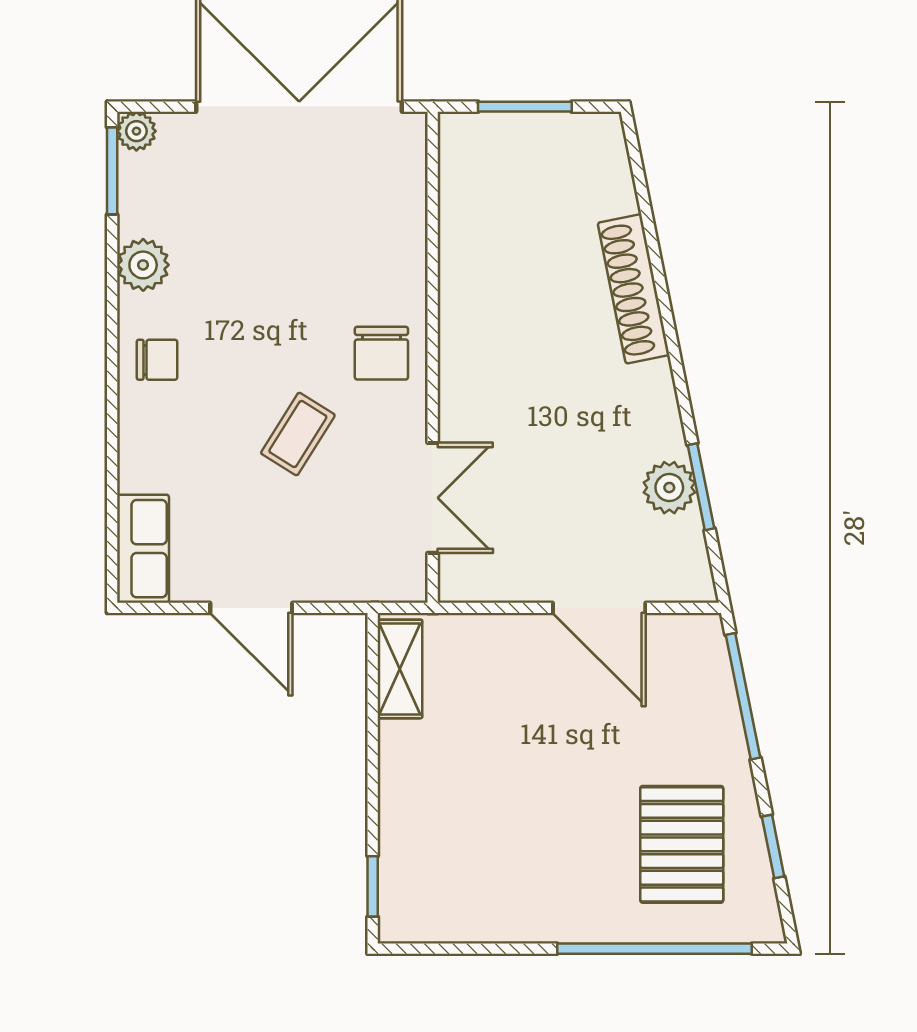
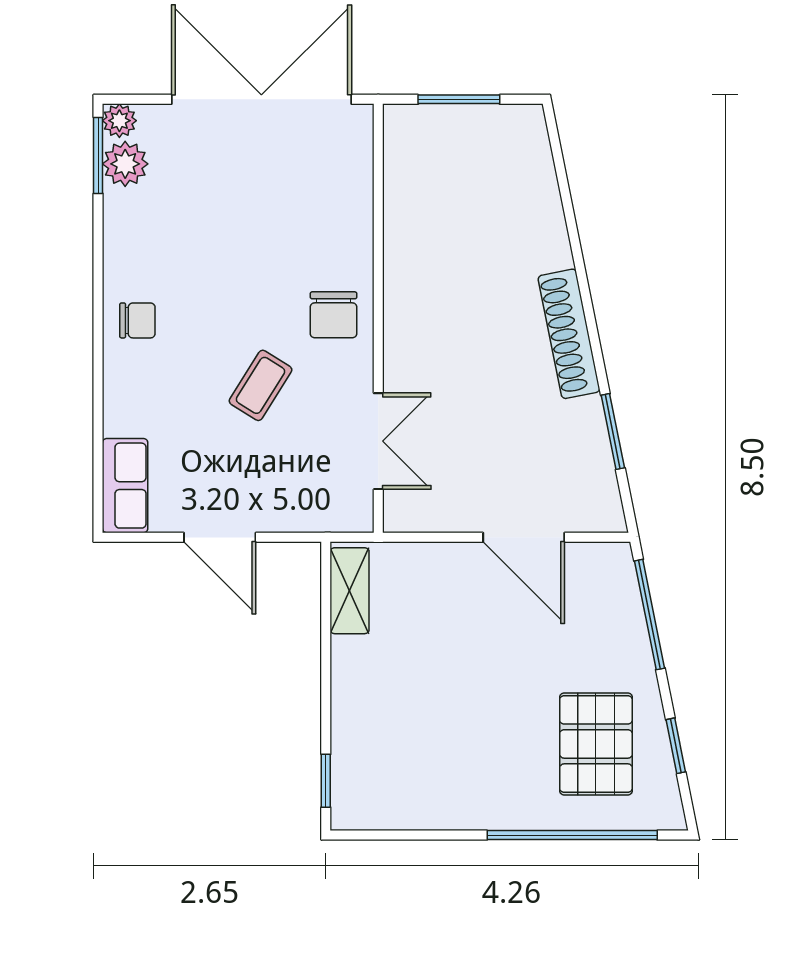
plant: (143, 265) -> (125, 164), moved
shoe rack: (634, 289) -> (569, 334), moved
plant: (669, 488) -> (585, 432), removed

